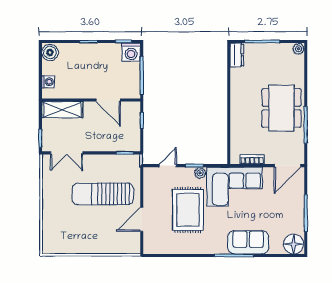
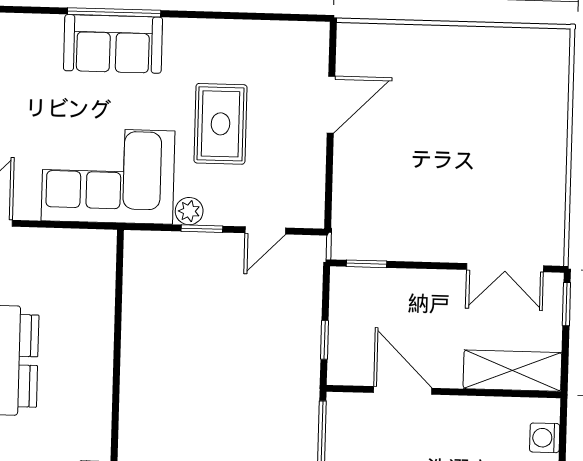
double door: (67, 153) -> (505, 268), swing flipped
bookcase: (252, 159) -> (65, 240), removed
sun lounger: (103, 194) -> (422, 168), removed
rug: (188, 210) -> (220, 124), width x0.73, depth x0.70
sofa: (248, 242) -> (113, 44), moved

